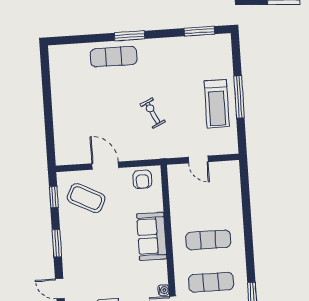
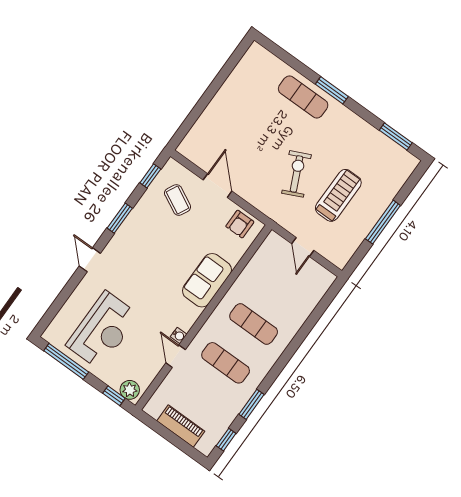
treadmill: (217, 104) -> (338, 195), moved, turned 180
exercise bike: (153, 113) -> (296, 174), width x1.38, depth x1.39
coffee table: (86, 198) -> (178, 200), width x0.73, depth x0.77

